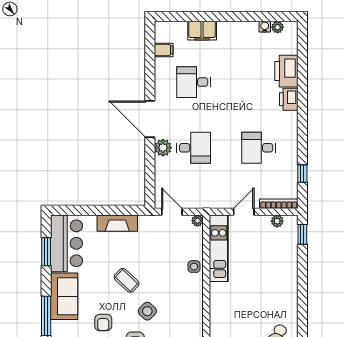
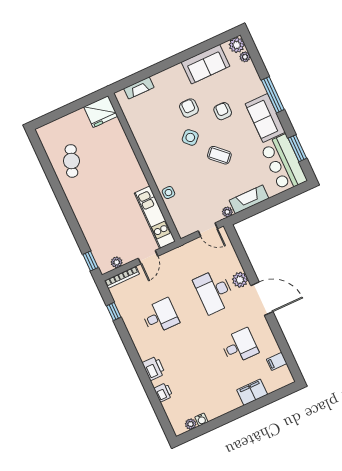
printer: (286, 71) -> (163, 392), width x0.53, depth x0.68
desk: (194, 148) -> (214, 291), width x1.37
plant: (197, 221) -> (227, 212), moved

